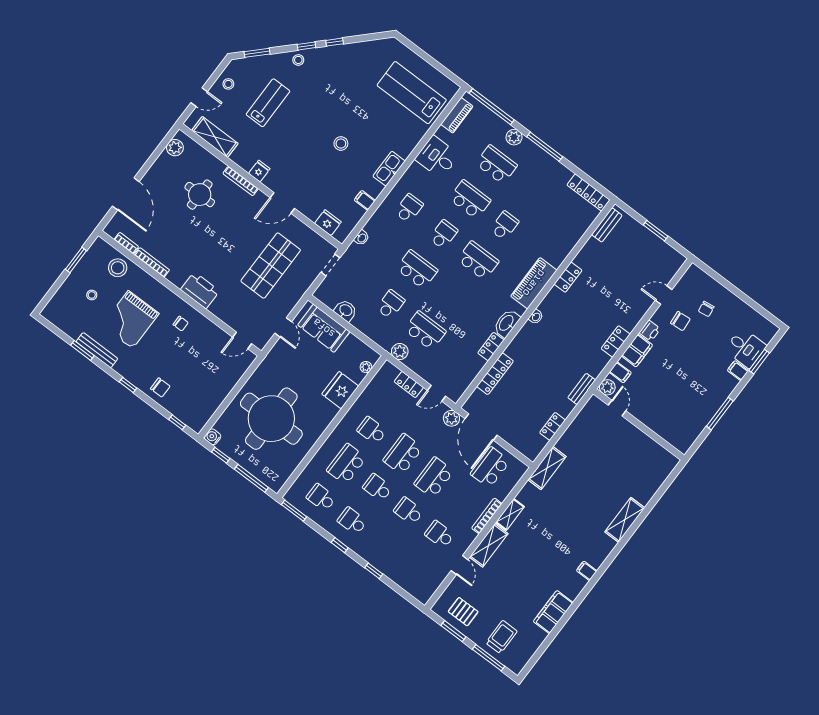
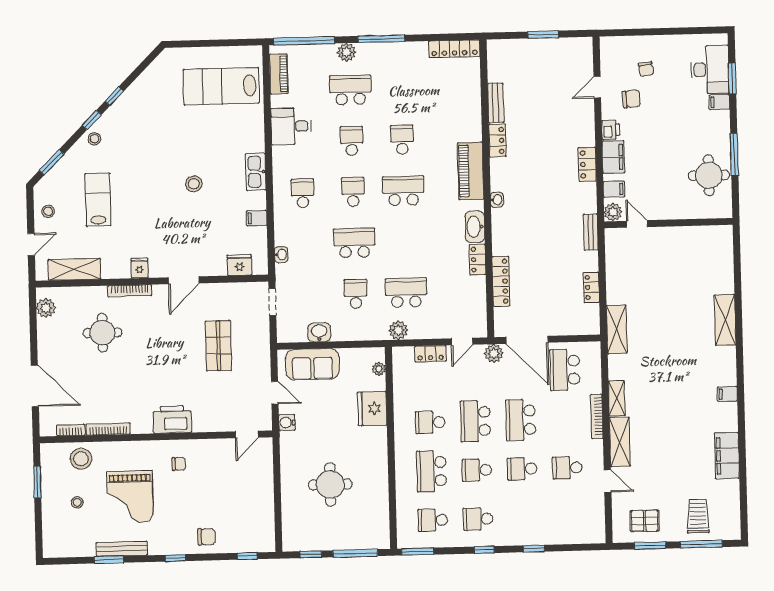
school desk: (470, 199) -> (352, 141), width x0.54
bench: (607, 225) -> (496, 103), moved
shop shelf: (271, 266) -> (218, 346), width x0.70, depth x0.74
desk: (745, 348) -> (710, 70), width x1.37
round table: (691, 414) -> (709, 175), added
round table: (271, 419) -> (330, 484), width x0.54, depth x0.54
water cooler: (213, 437) -> (287, 423), moved

